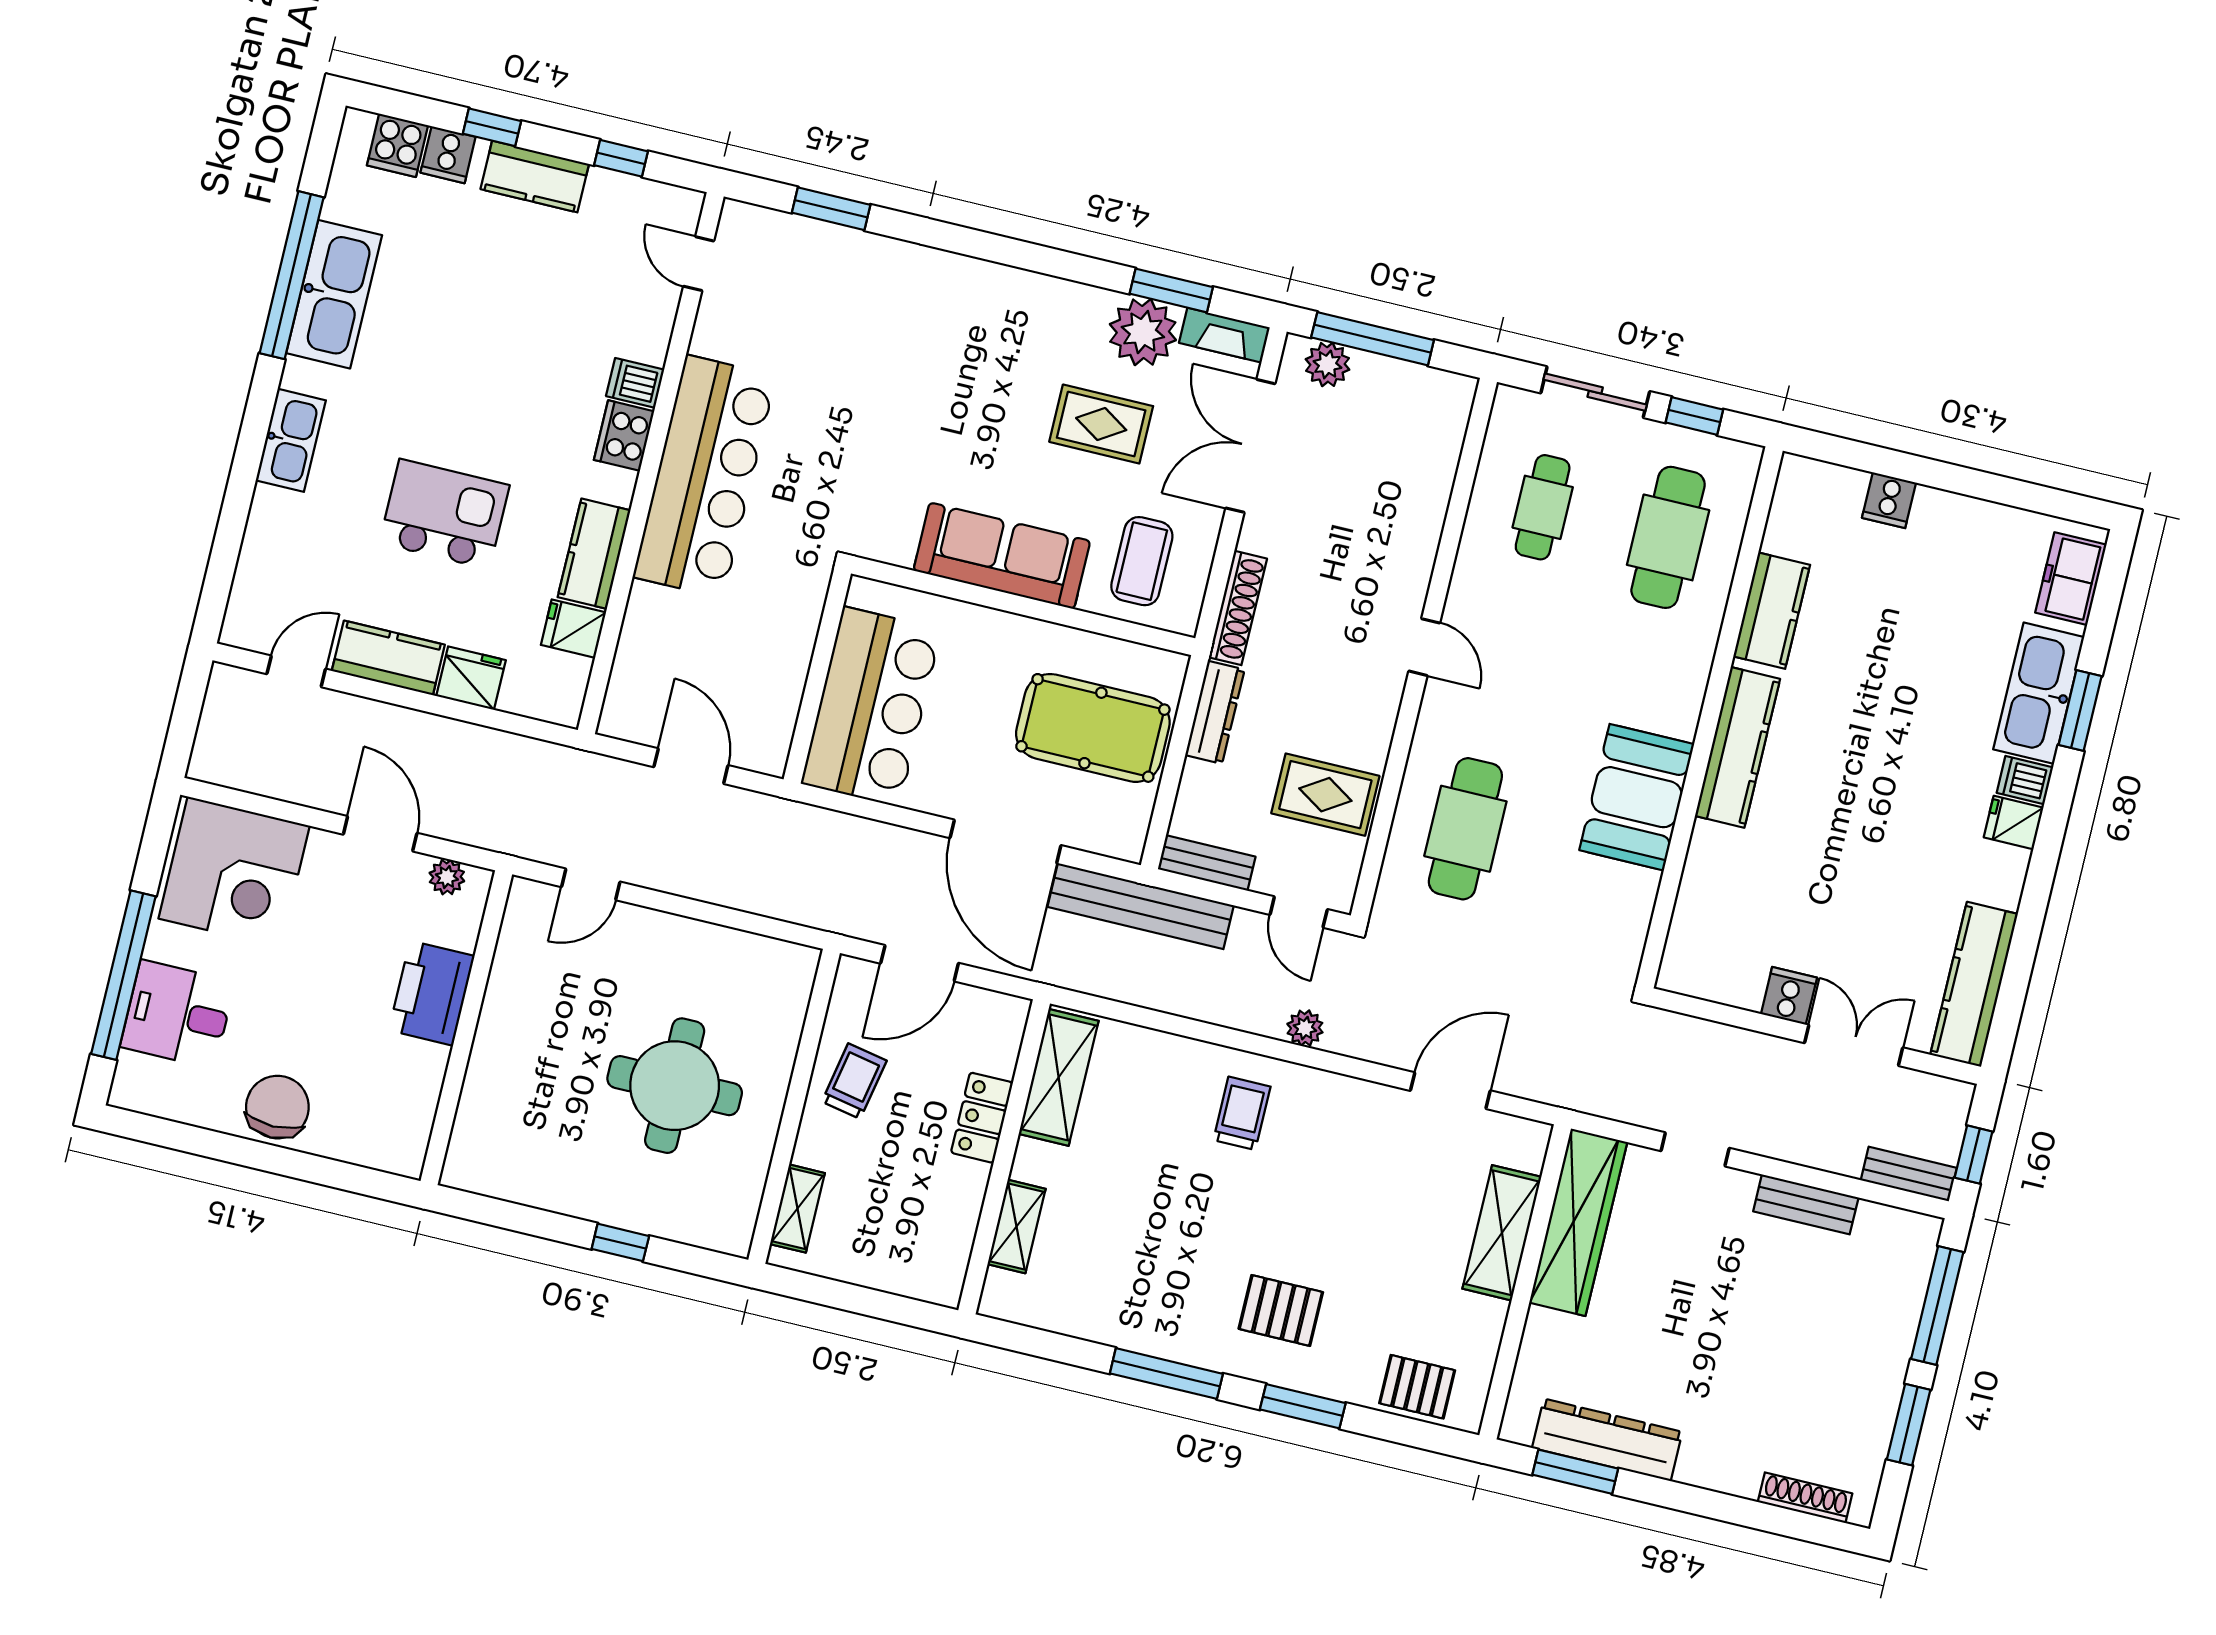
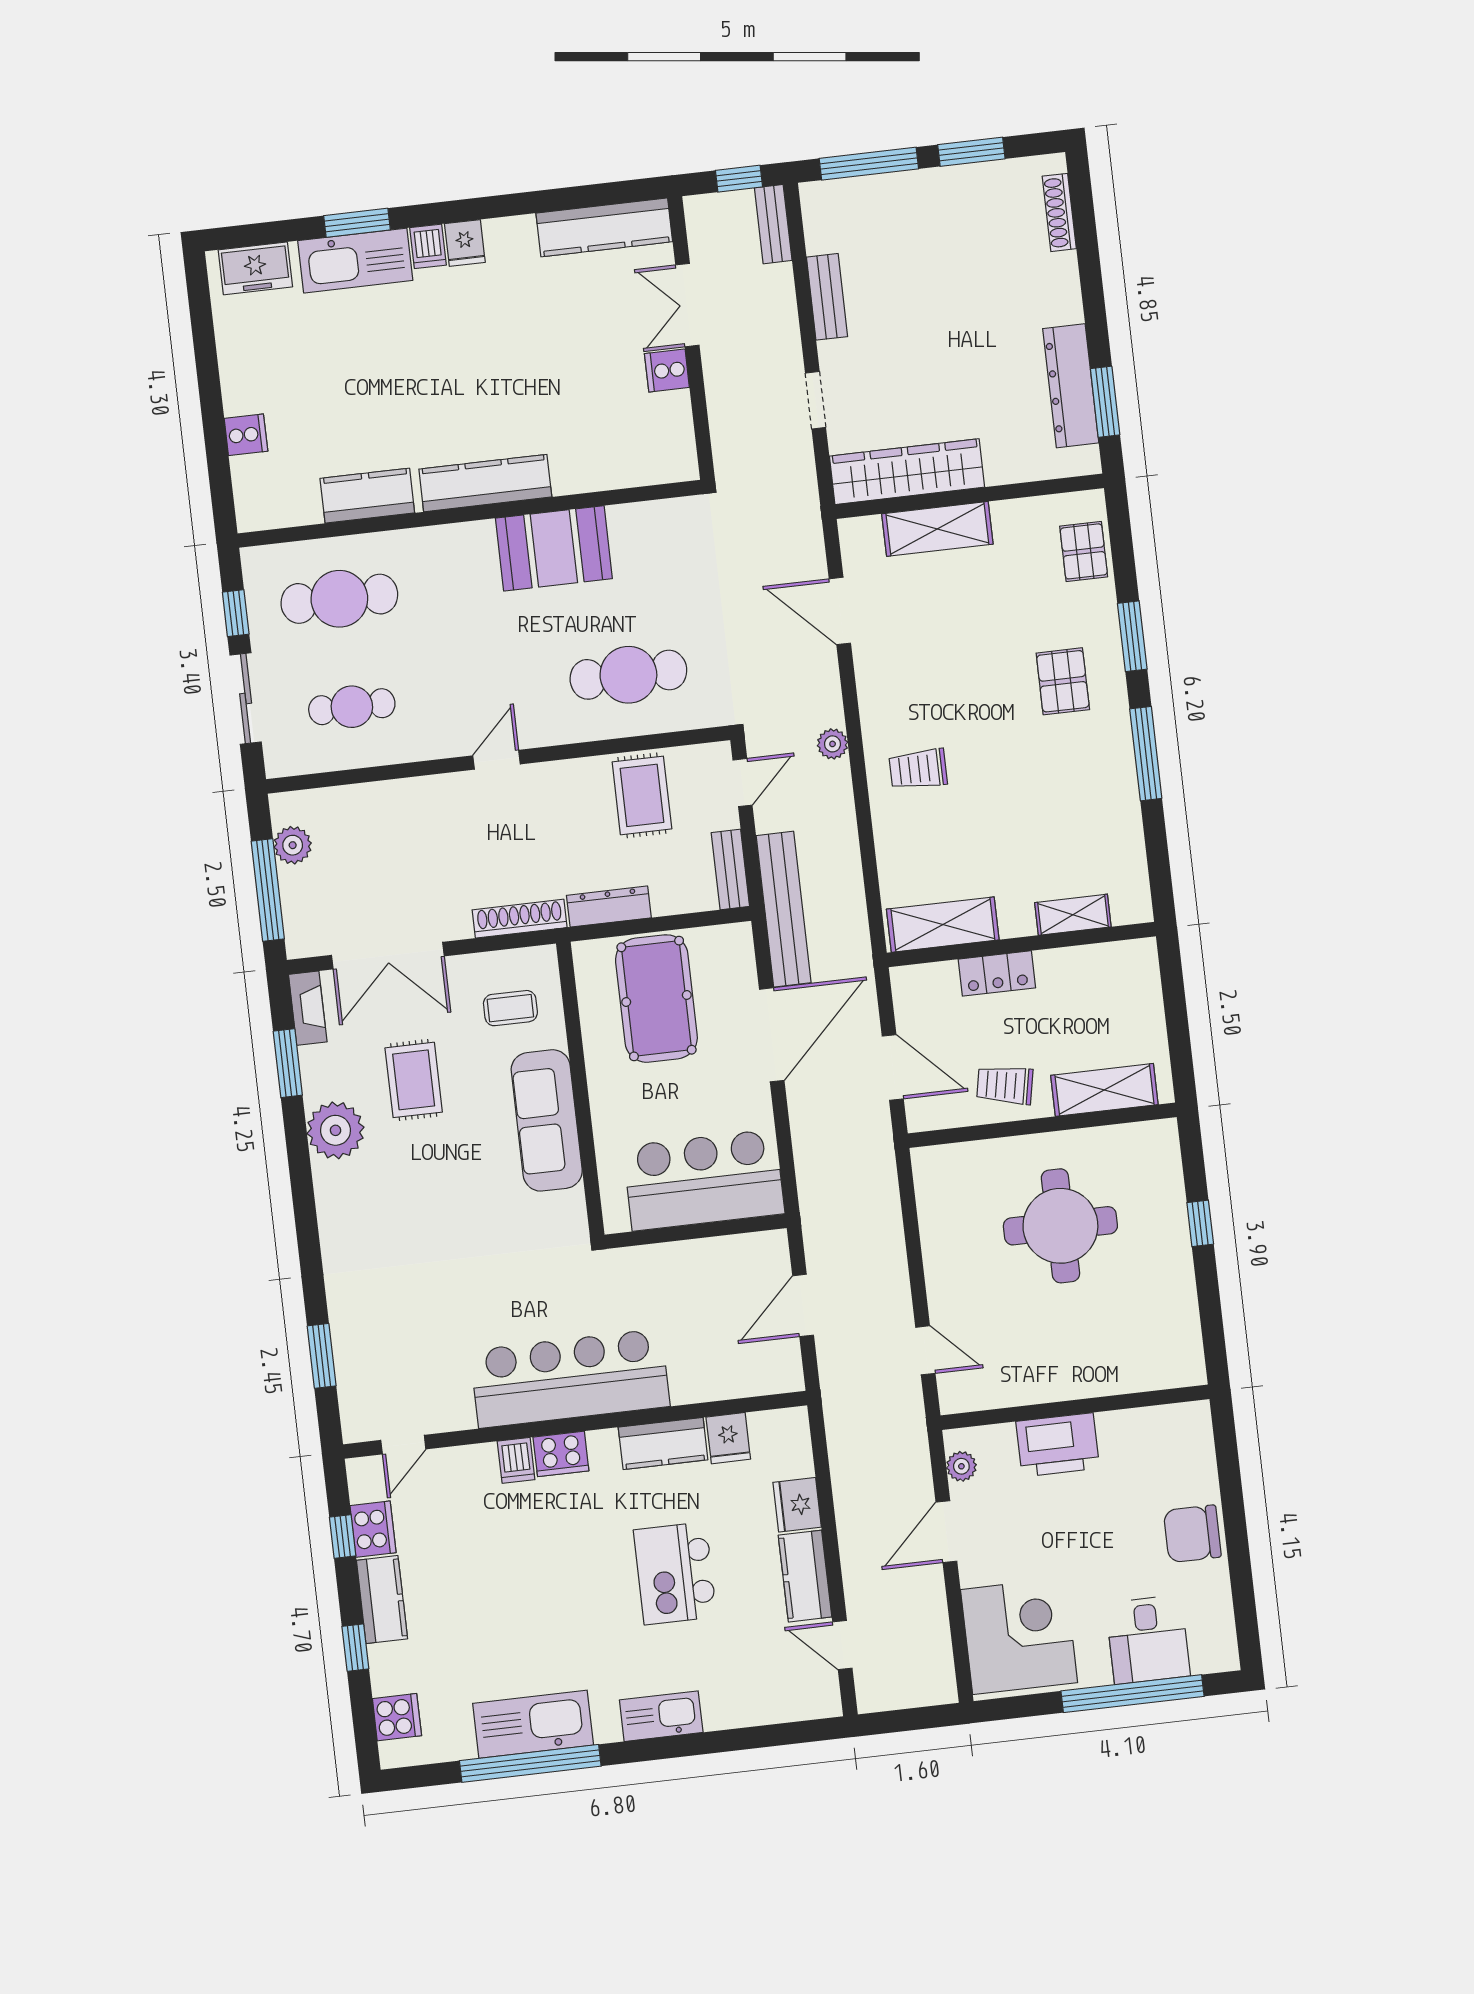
cooker: (448, 155) -> (373, 1529), moved, width x1.36
plant: (1143, 332) -> (335, 1130), moved
plant: (1327, 364) -> (293, 845), moved
coffee table: (1142, 561) -> (510, 1008), width x0.73, depth x0.77
shelving: (797, 1209) -> (1104, 1090), width x1.50, depth x1.33

